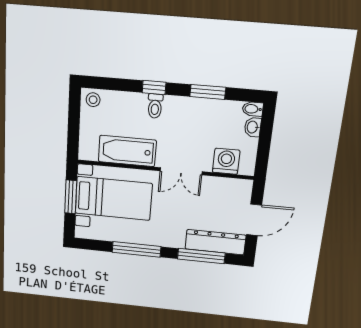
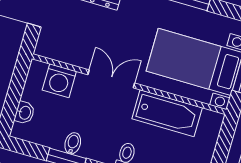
bidet: (253, 109) -> (73, 143), moved, turned -90

